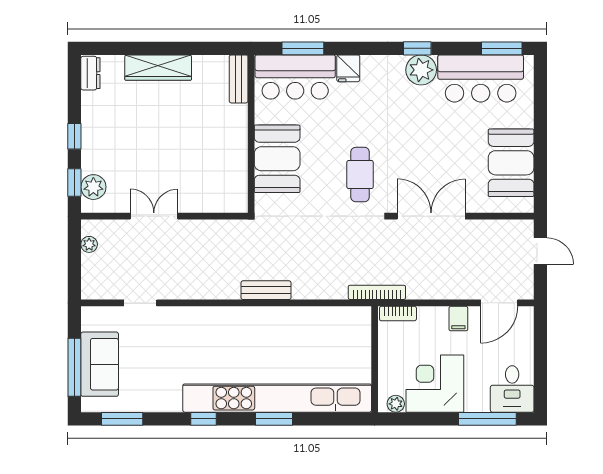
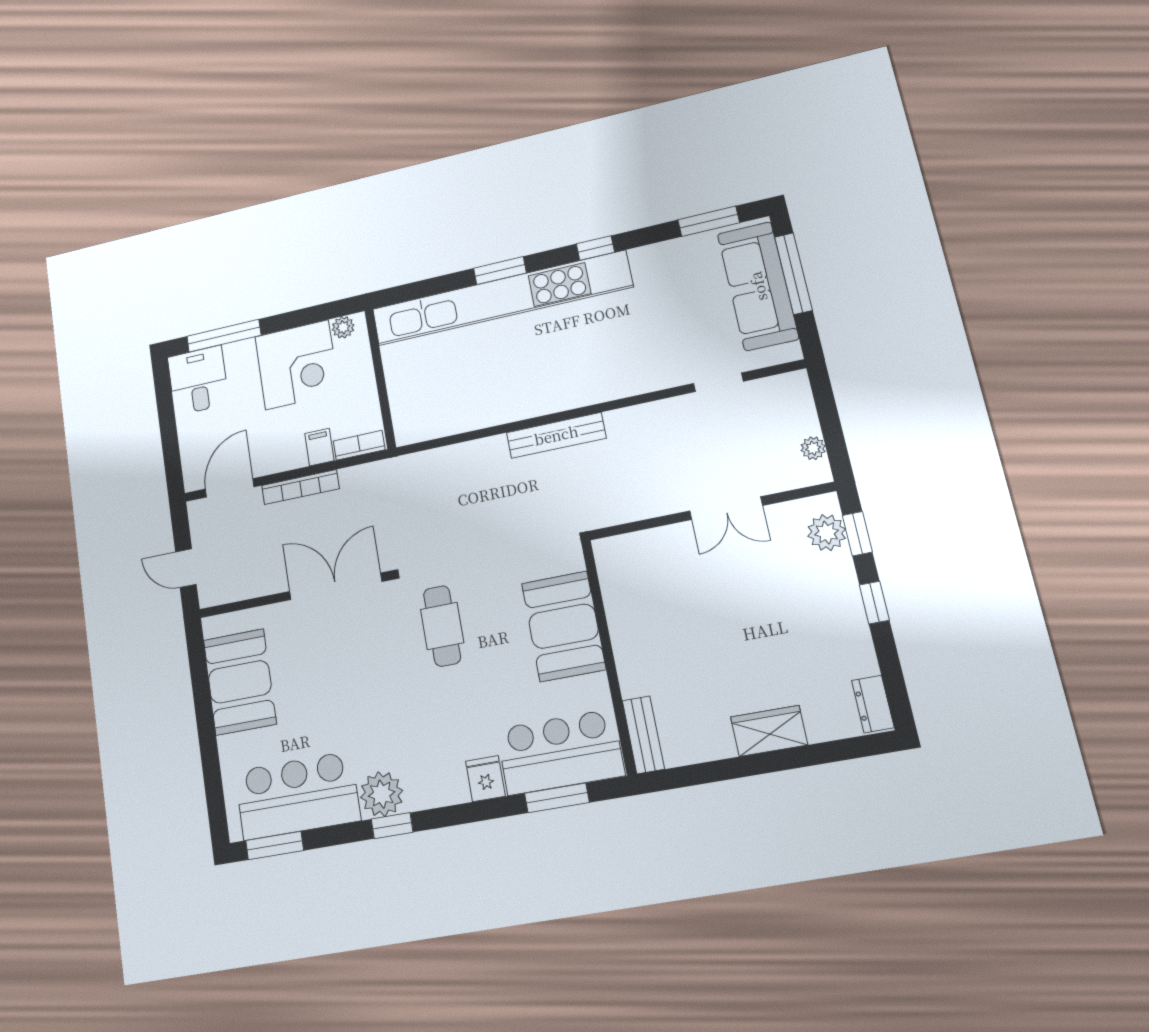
wardrobe: (158, 68) -> (769, 731), width x0.67
double door: (431, 216) -> (336, 586), swing flipped
bench: (266, 290) -> (556, 435), width x1.36
bookcase: (377, 292) -> (300, 487), moved
filing cabinet: (458, 319) -> (319, 447), moved
sofa: (100, 364) -> (758, 286), width x1.36

